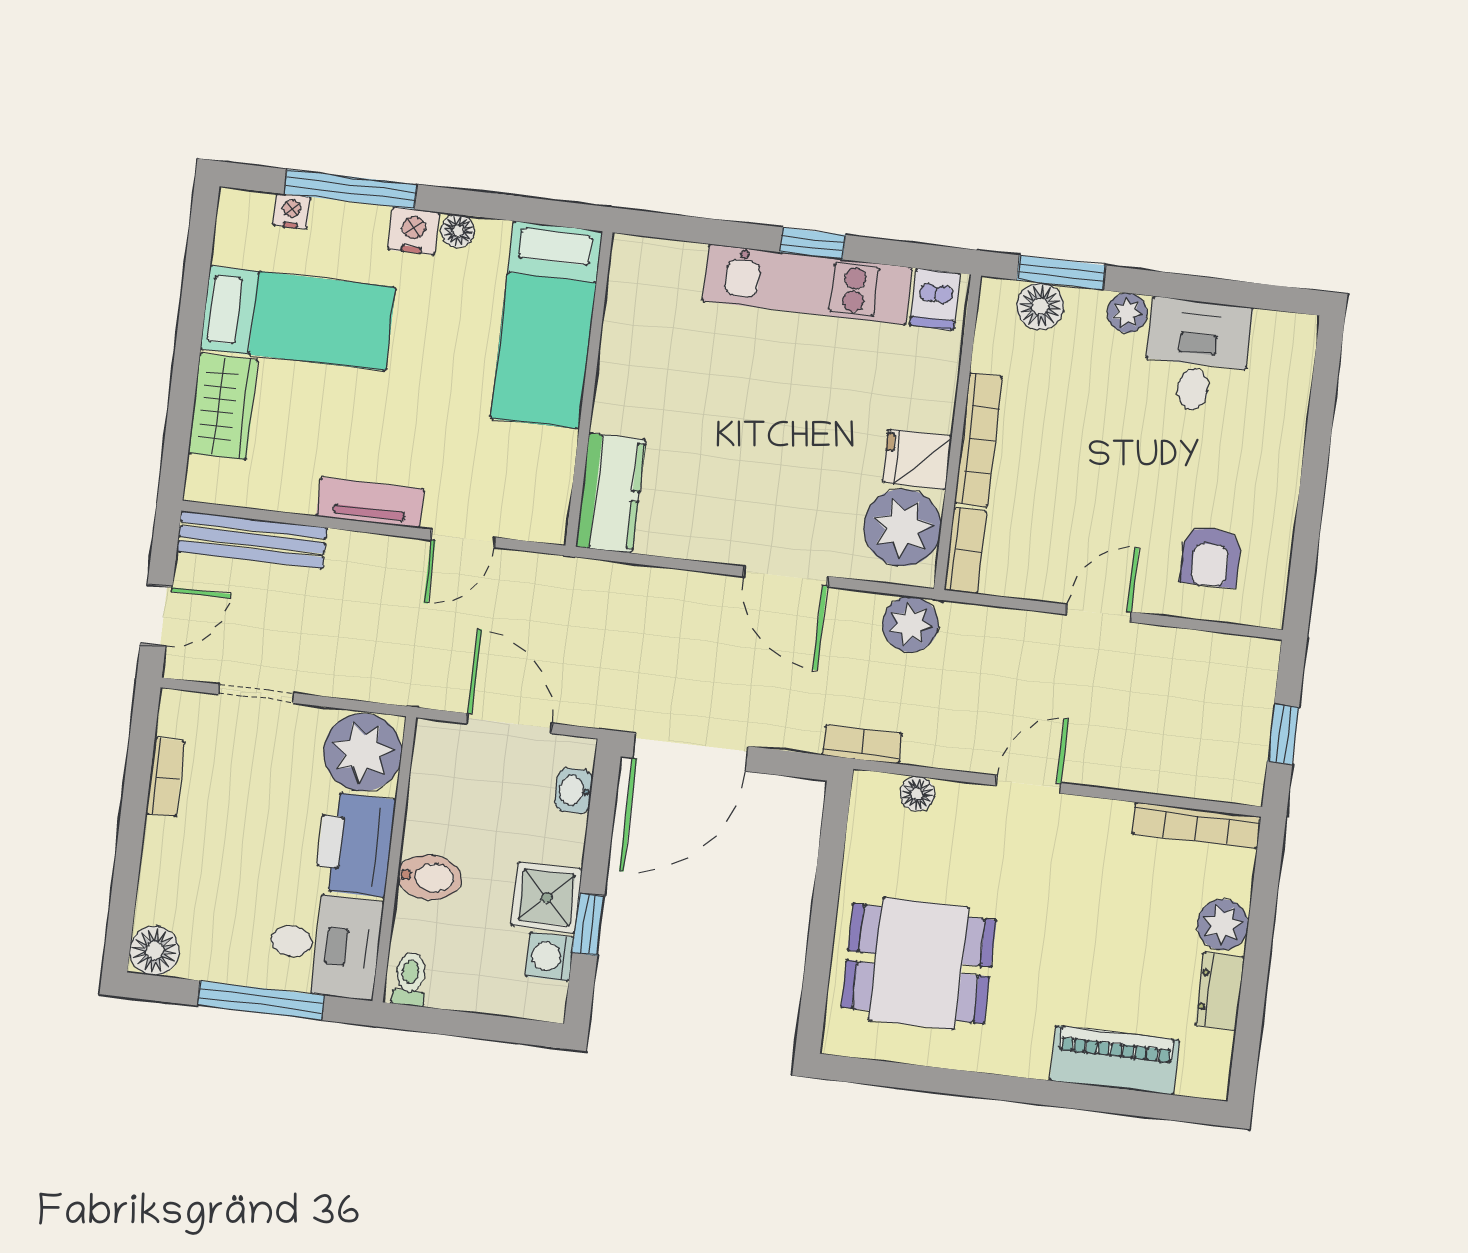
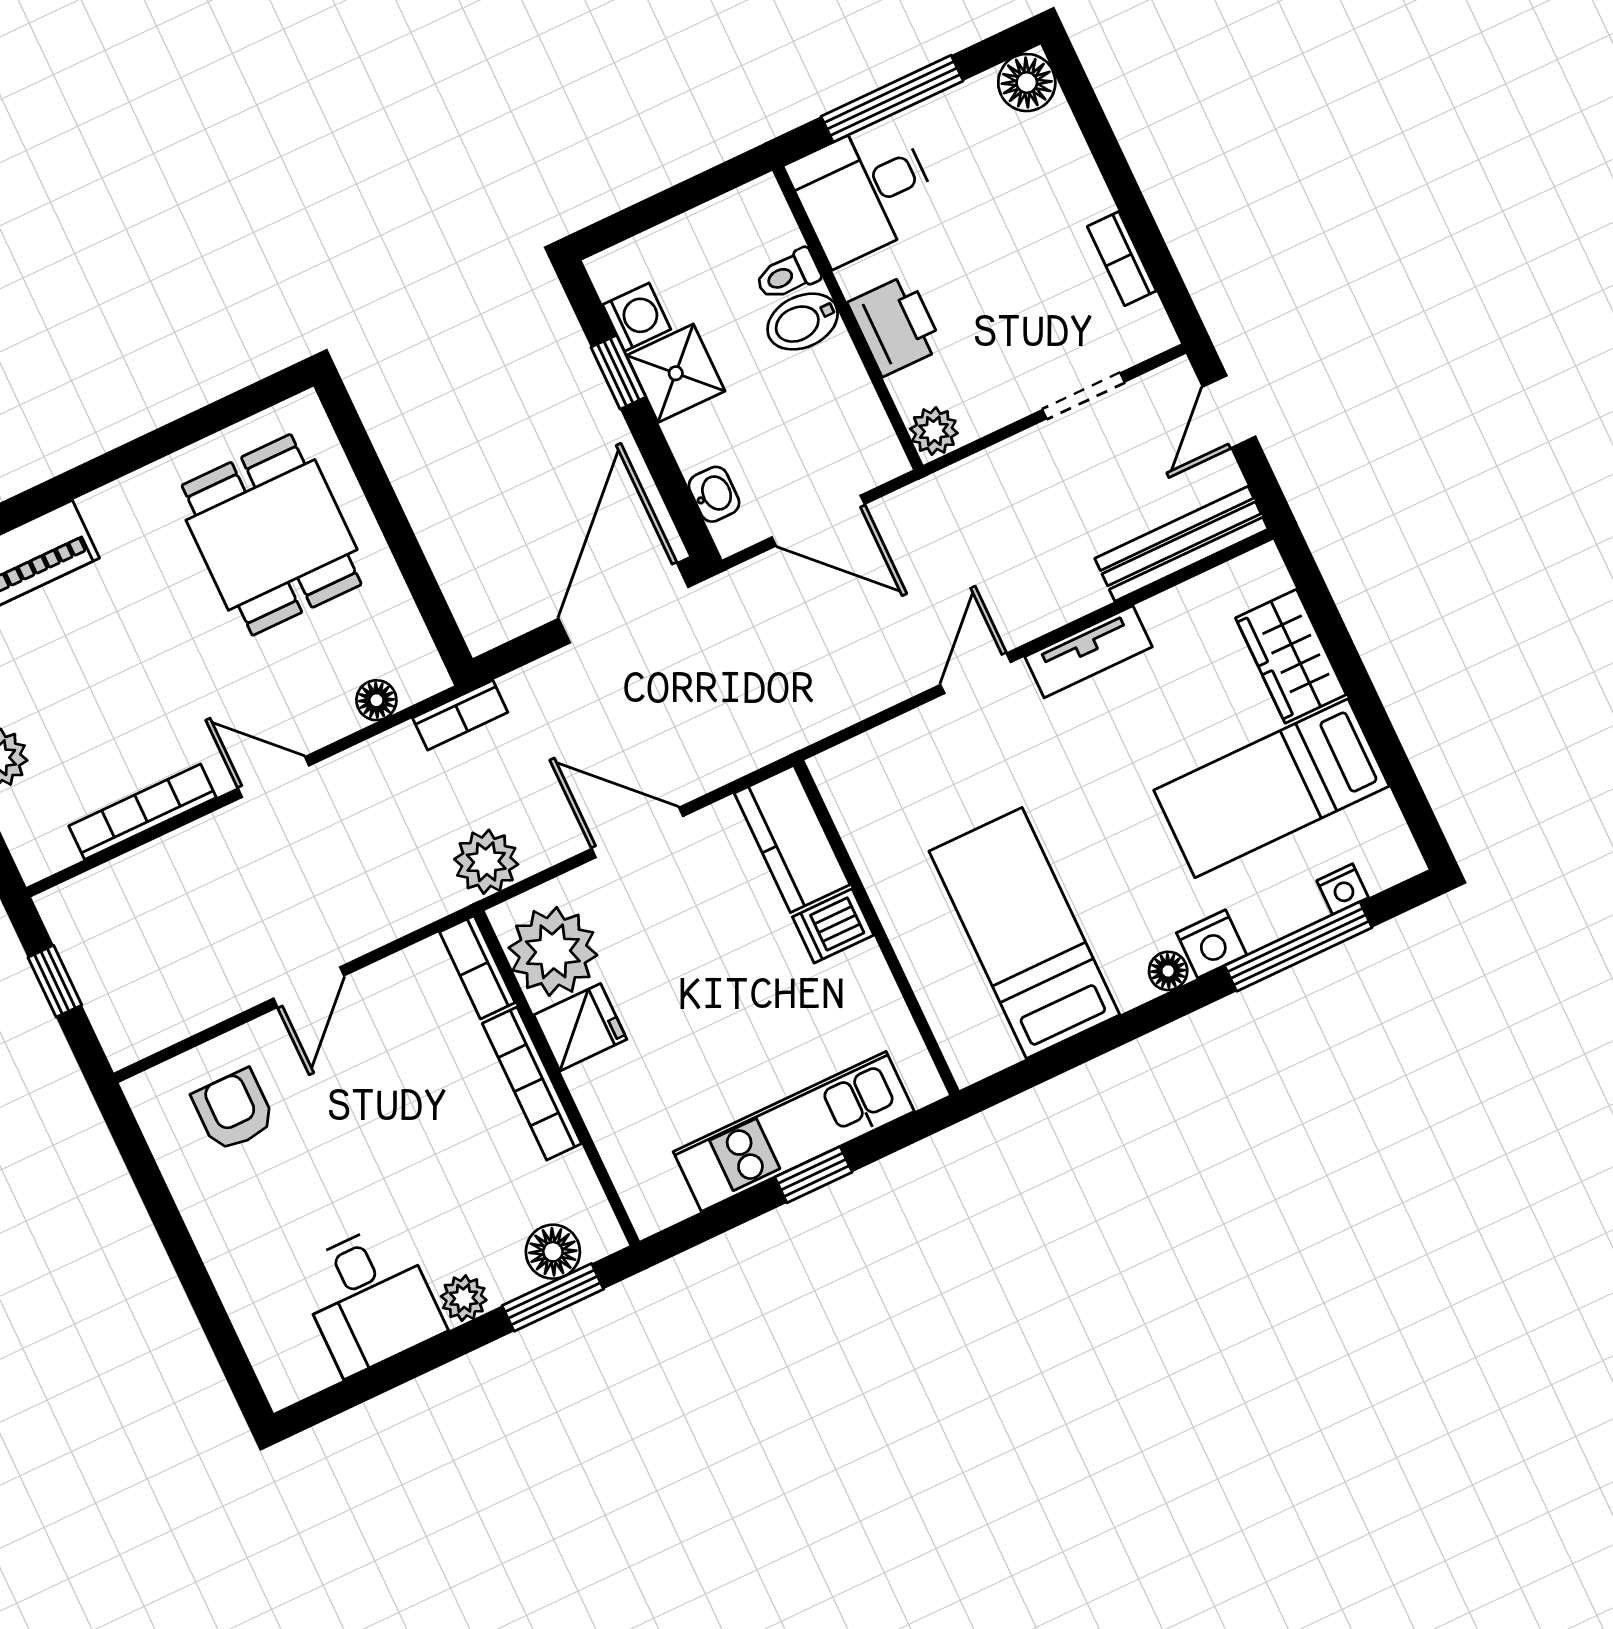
dishwasher: (935, 299) -> (833, 926), moved, turned -90
wall: (589, 389) -> (877, 928), moved
kitchen counter: (611, 493) -> (792, 839), moved
plant: (363, 752) -> (934, 431), width x0.53, depth x0.53
door: (1028, 784) -> (273, 777), swing flipped
bookcase: (1196, 825) -> (143, 812), moved
printer: (355, 844) -> (896, 325), width x0.73, depth x0.84
dining table: (919, 964) -> (272, 535), turned 90
toilet: (410, 979) -> (788, 275), moved, turned 90

